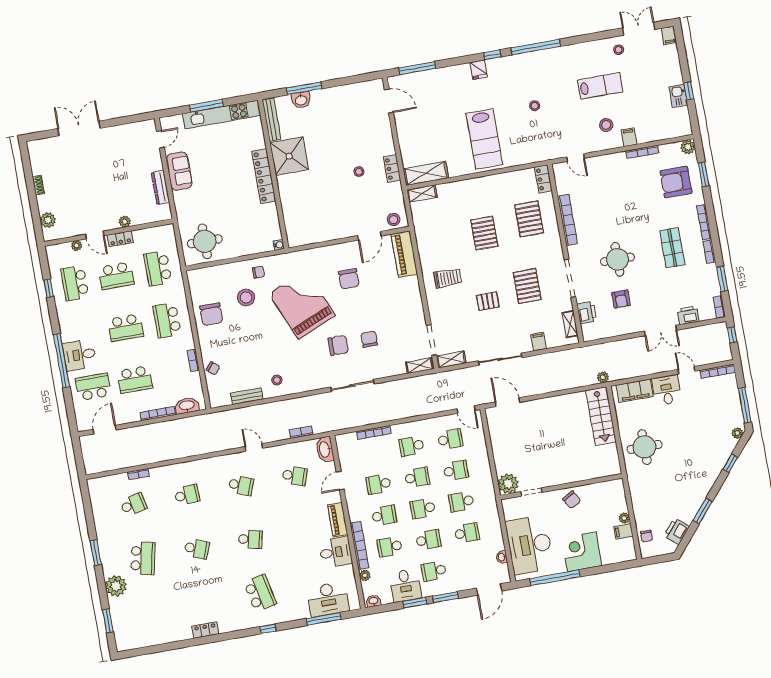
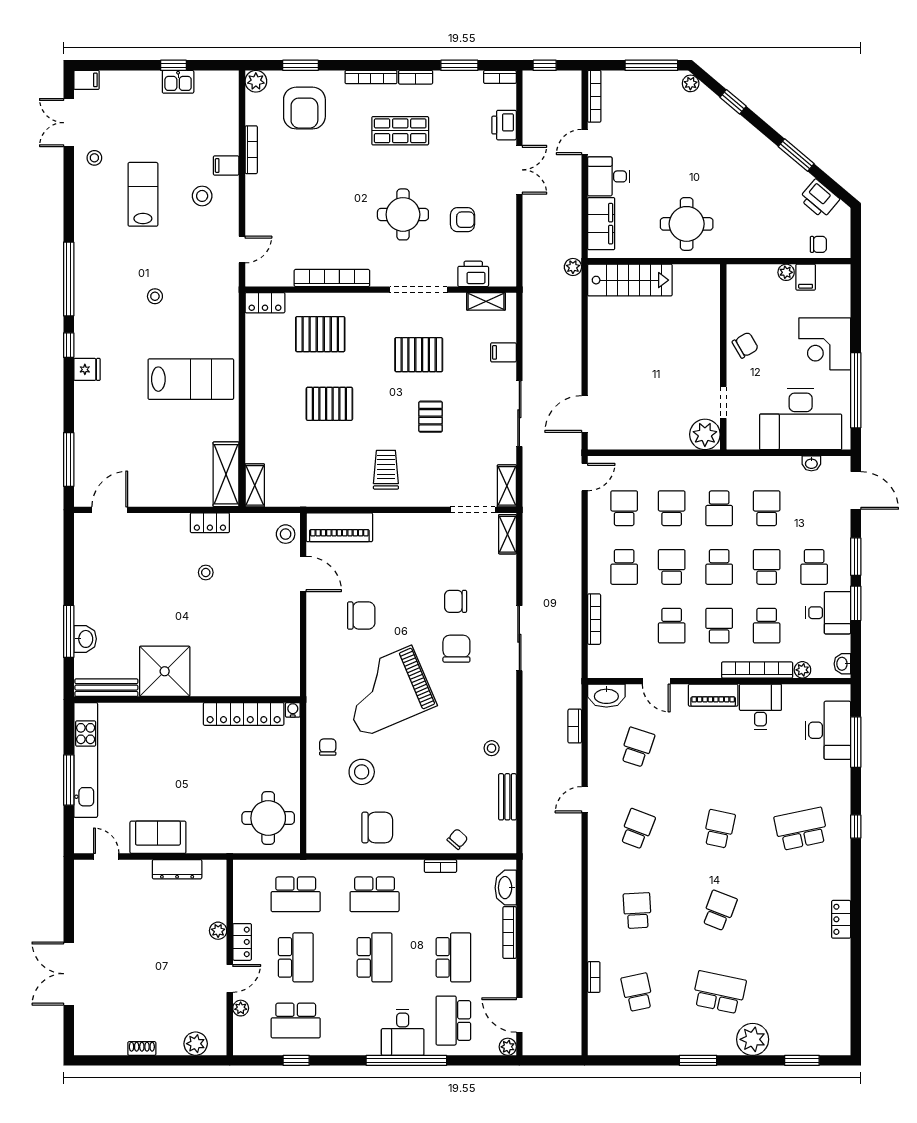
locker: (264, 176) -> (244, 714), moved
plant: (82, 426) -> (508, 1047), added

